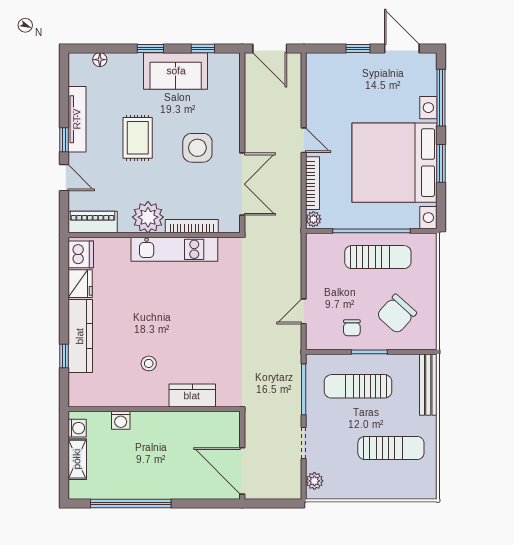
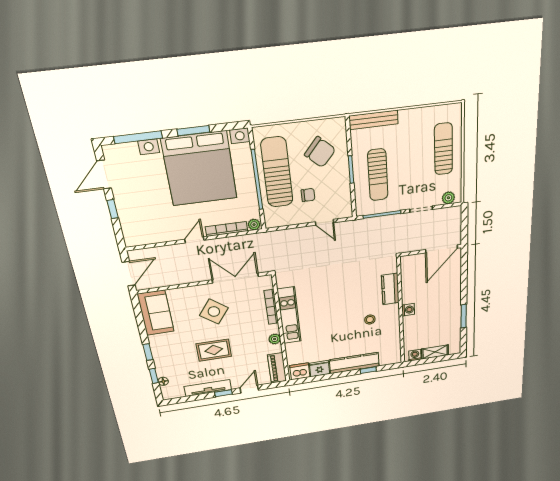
window: (203, 49) -> (154, 376), moved
sofa: (176, 71) -> (156, 313), moved
side table: (197, 148) -> (214, 312), turned 37
plant: (148, 217) -> (275, 339), width x0.53, depth x0.53
sun lounger: (378, 257) -> (277, 172), width x1.36, depth x1.34
chair: (352, 328) -> (308, 195), moved
washing machine: (121, 420) -> (408, 310), moved
sun lounger: (391, 448) -> (443, 149), moved
window: (131, 503) -> (464, 316), width x0.47

